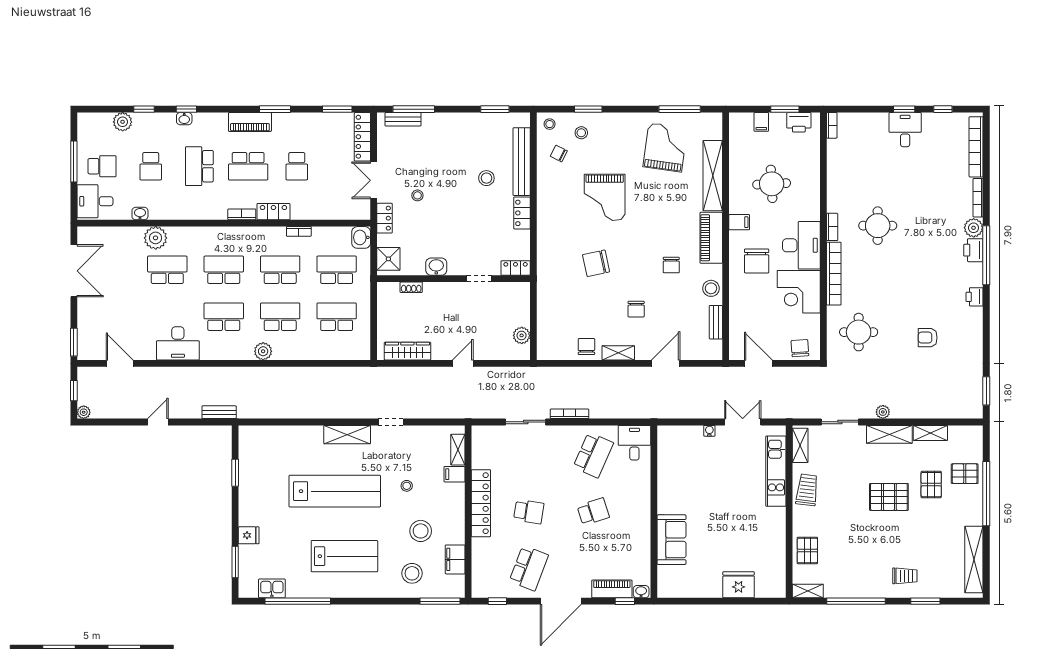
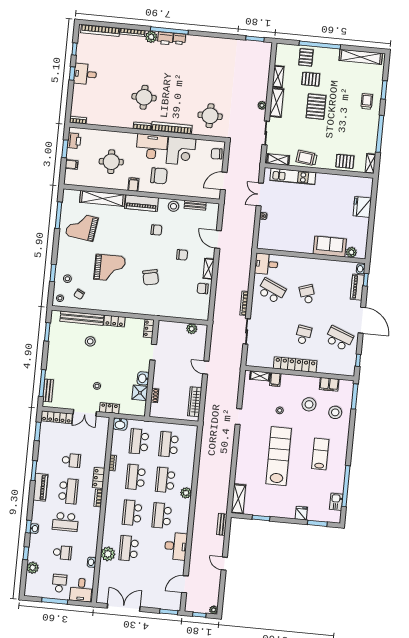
shower: (388, 259) -> (140, 393), moved
printer: (975, 297) -> (179, 39), moved
armchair: (928, 338) -> (218, 73), removed
shelving: (347, 435) -> (238, 499), moved
lab bench: (344, 556) -> (320, 454), width x0.73, depth x0.72
plant: (666, 574) -> (351, 252), added

